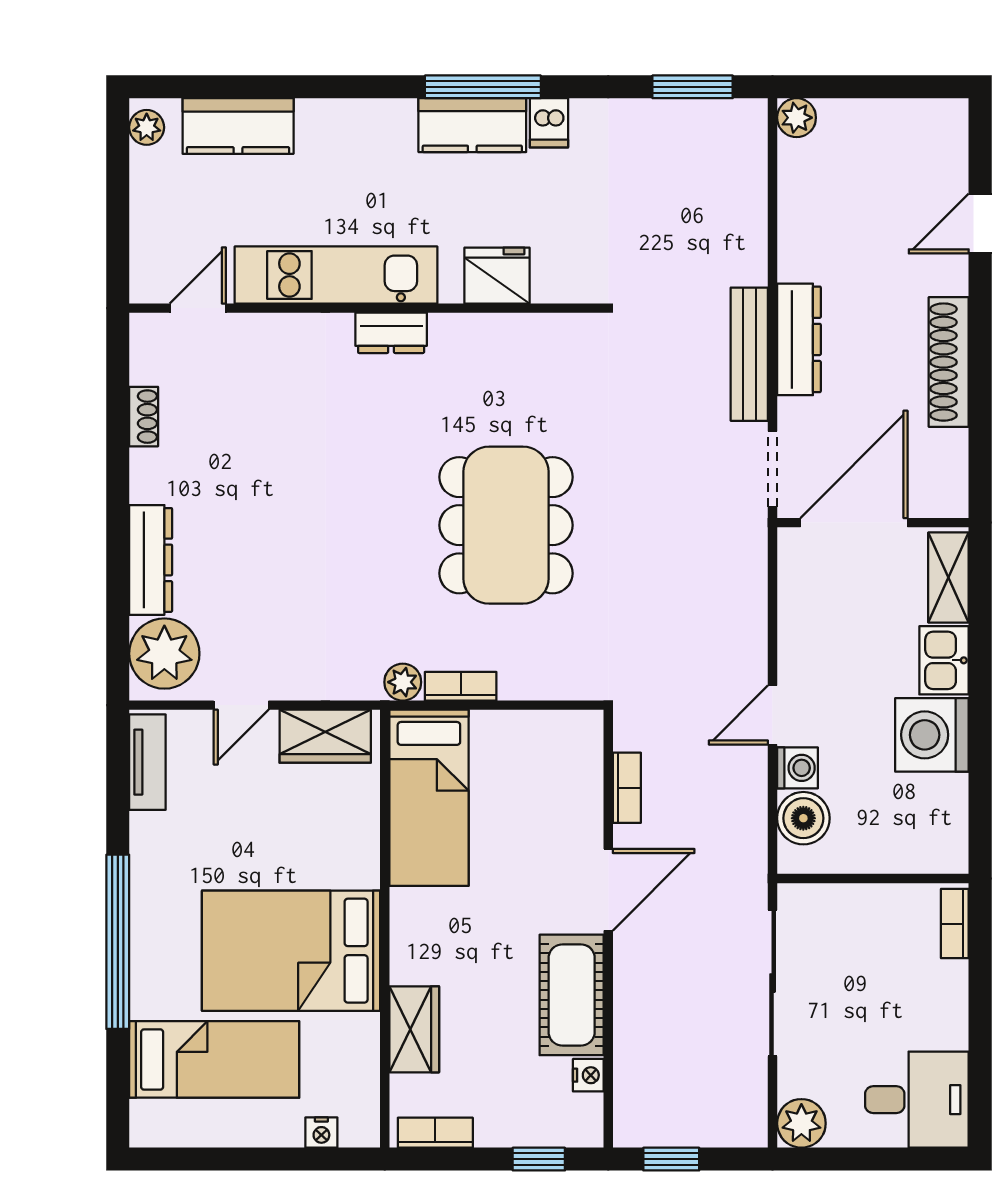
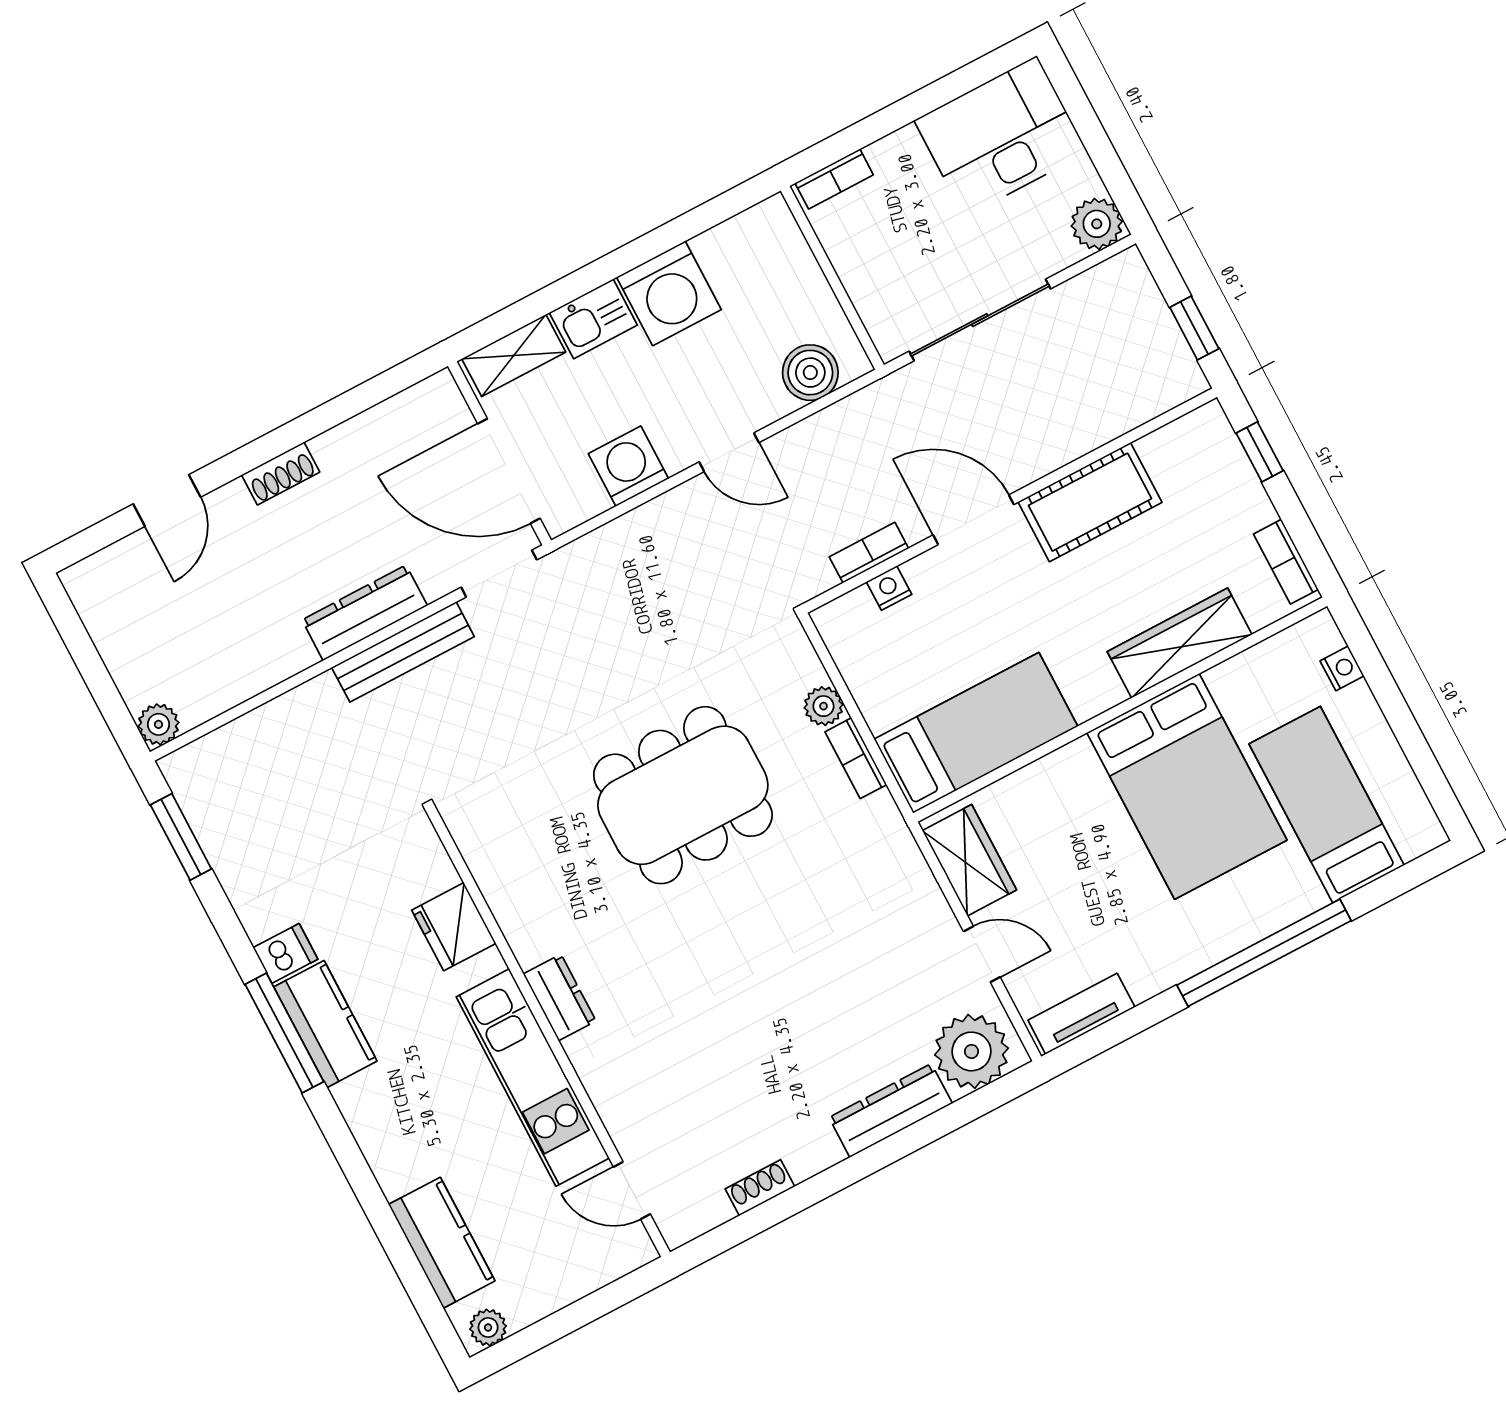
door: (980, 223) -> (167, 500), hinge flipped
shoe rack: (949, 362) -> (281, 473), width x0.51, depth x0.81
plant: (403, 682) -> (823, 706), moved
washing machine: (798, 768) -> (628, 466), moved, width x1.38, depth x1.38
wardrobe: (414, 1029) -> (1180, 643), width x1.50
nightstand: (588, 1075) -> (889, 588), moved
desk: (917, 1100) -> (1001, 136), width x1.37

